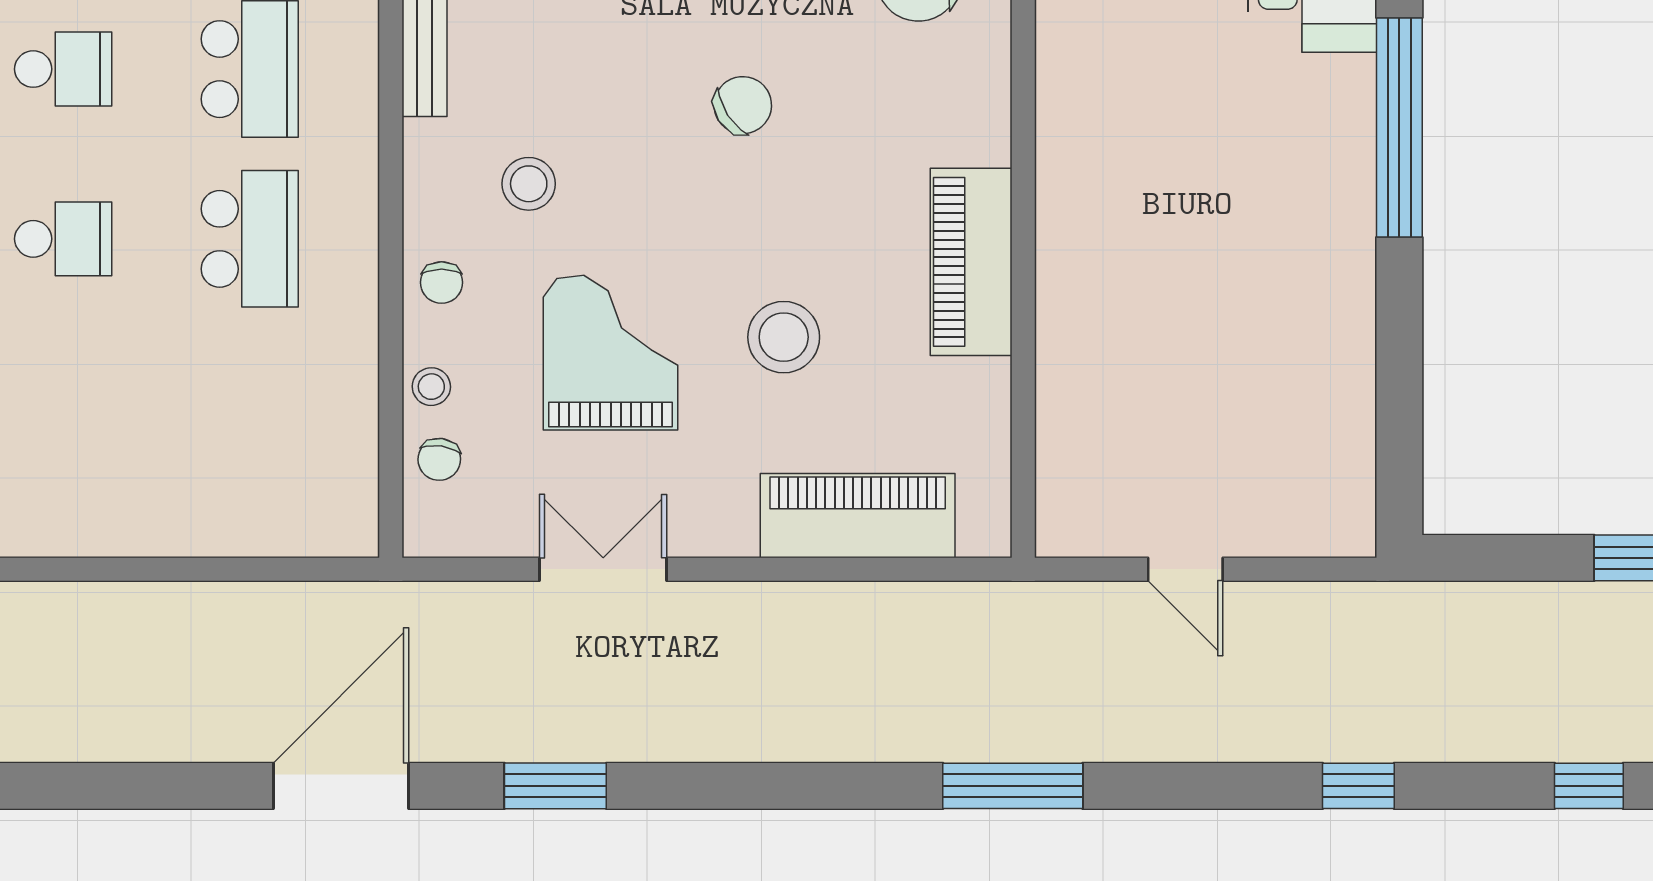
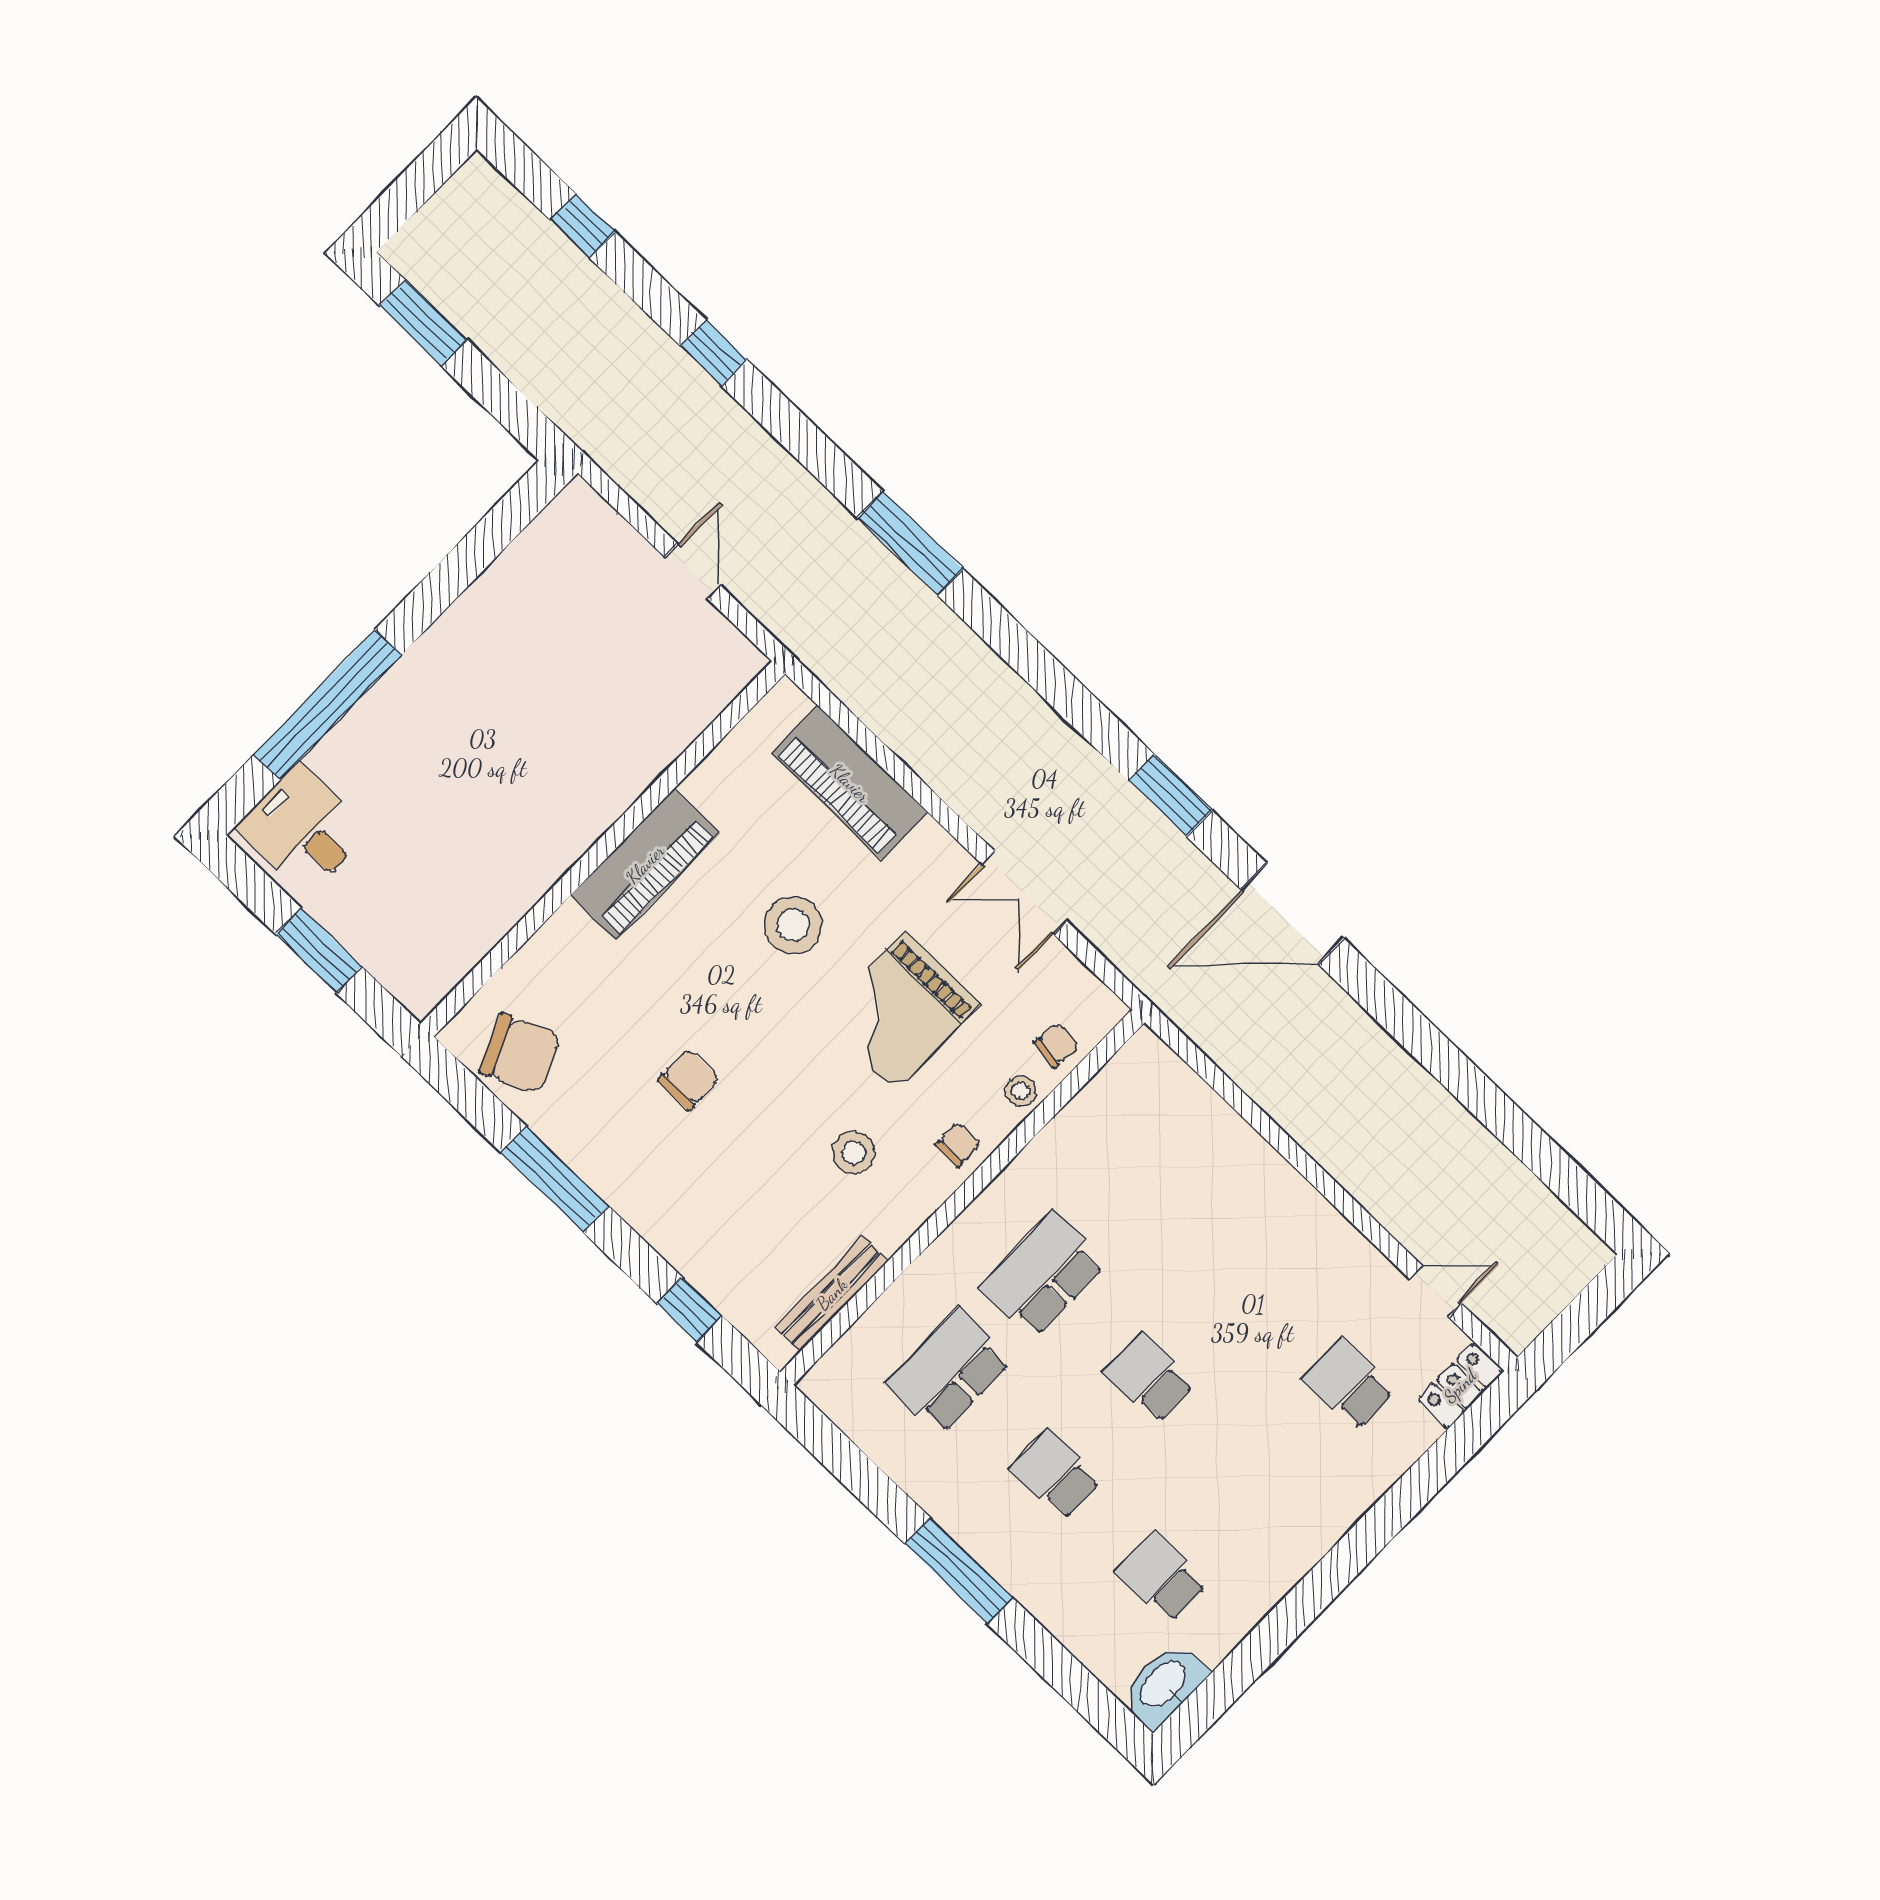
chair: (743, 105) -> (689, 1079), turned 123

